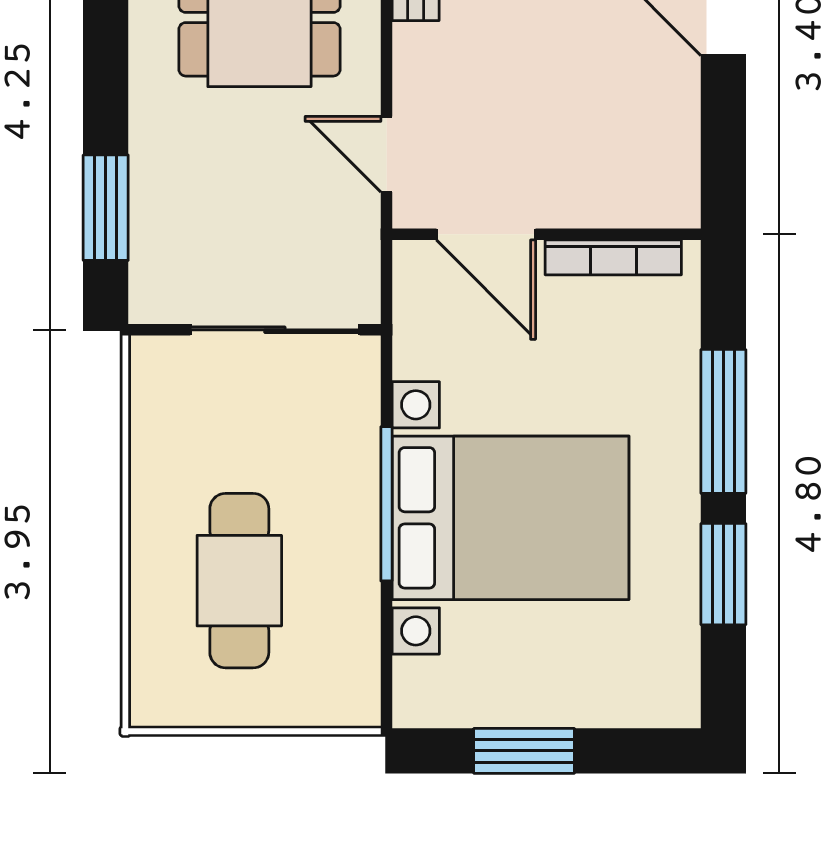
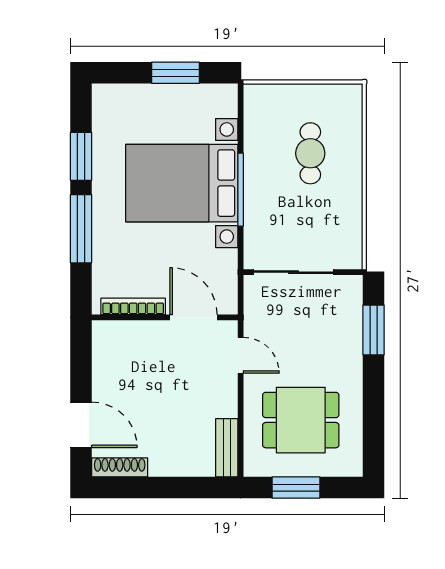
cafe table: (239, 581) -> (310, 153), width x0.73, depth x0.74

